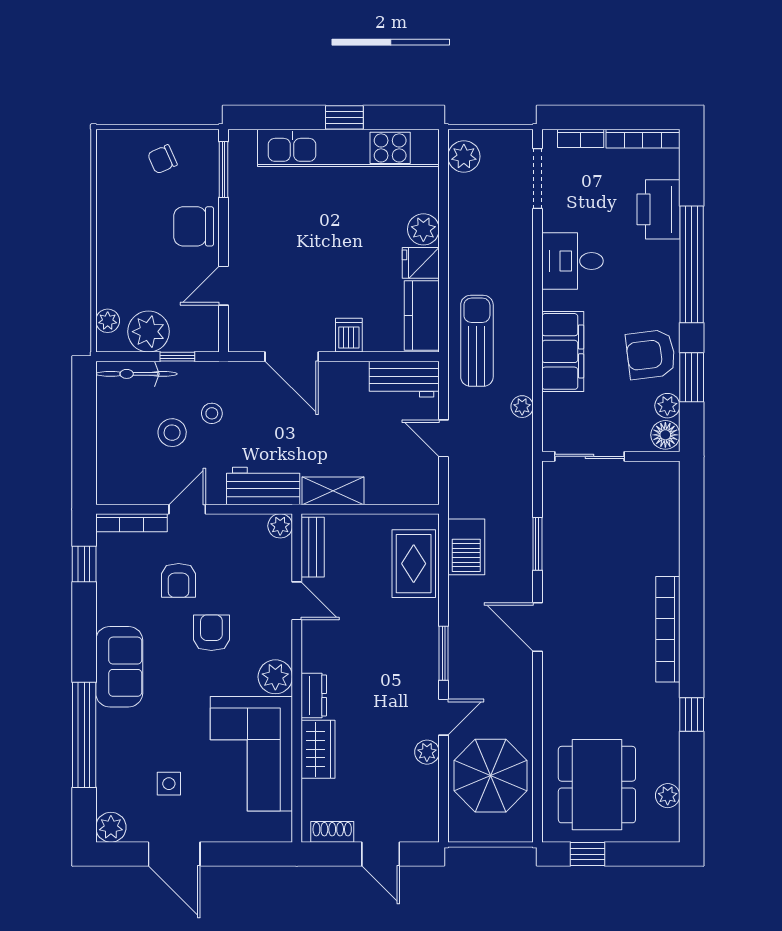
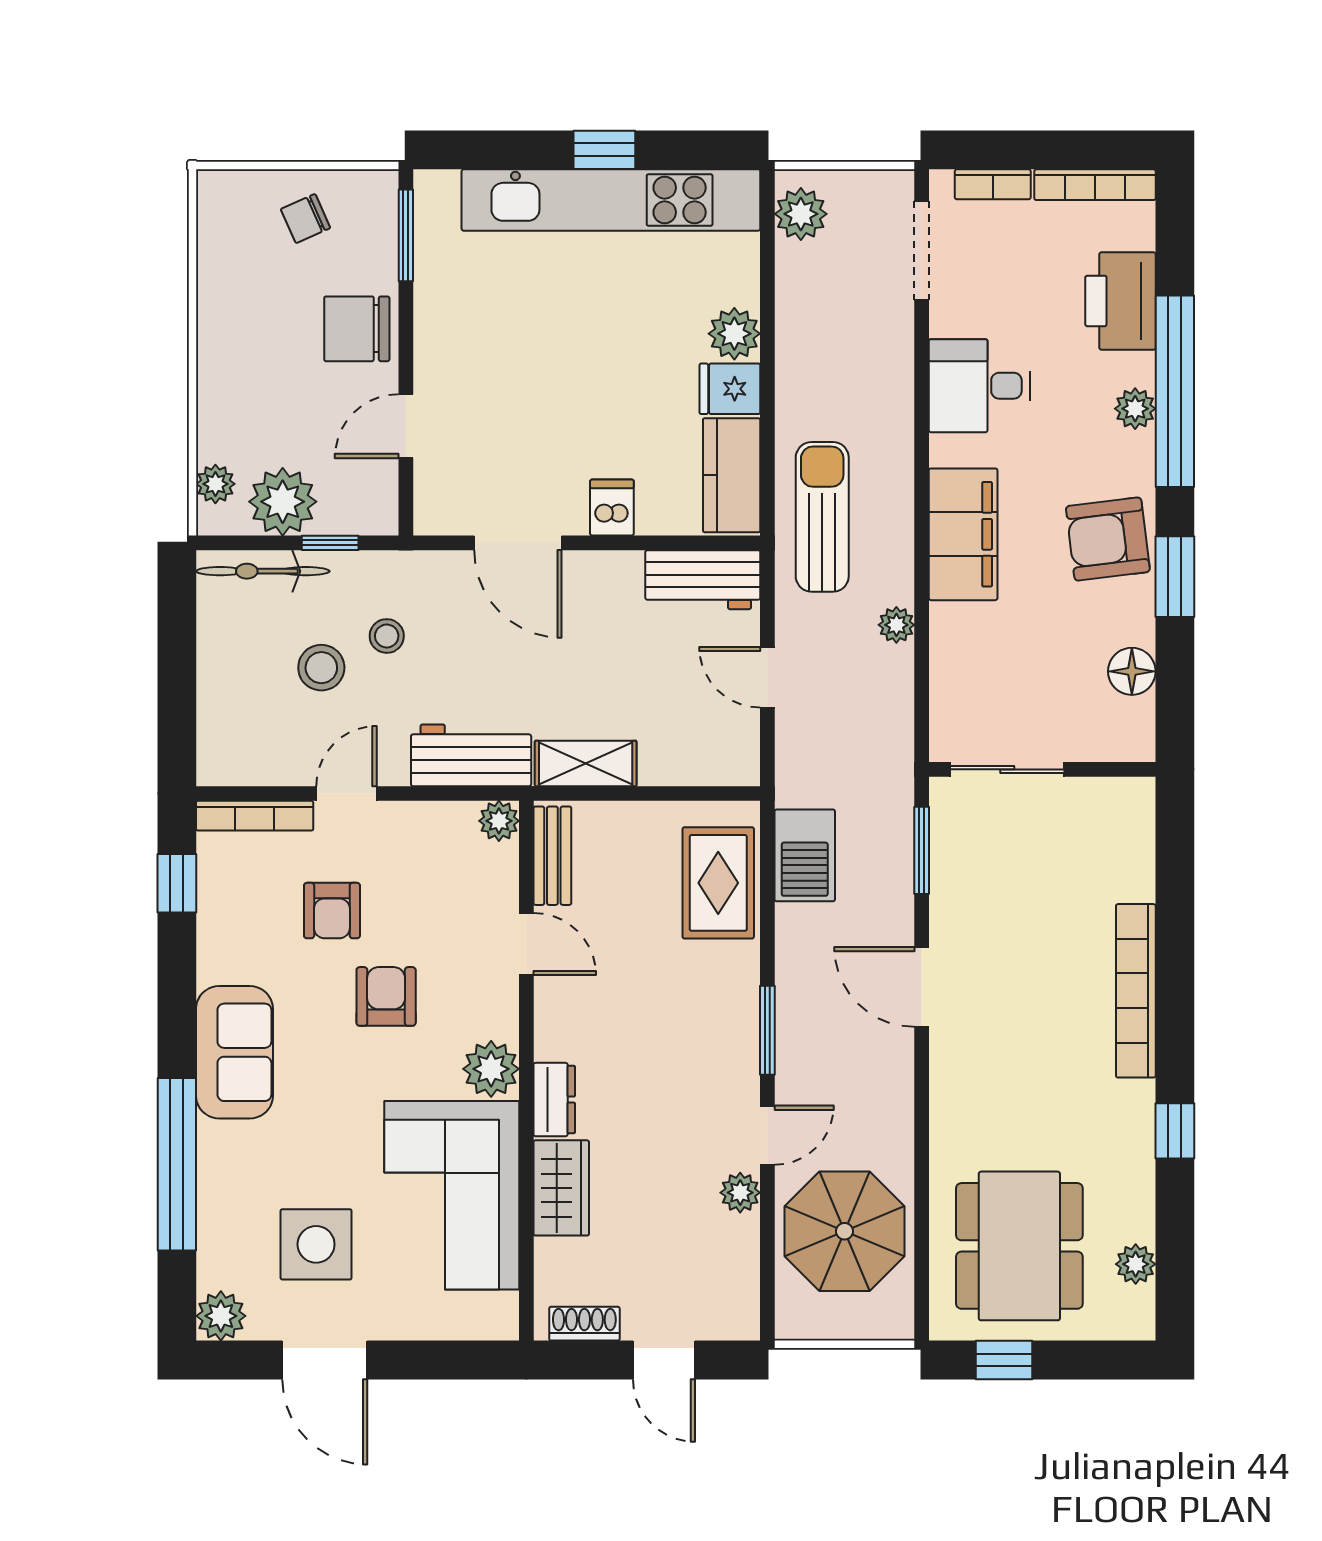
plant: (667, 406) -> (1135, 409), moved
sliding door: (590, 456) -> (1007, 769), moved
wall: (611, 456) -> (1042, 769), moved
side table: (169, 784) -> (316, 1244), width x1.87, depth x1.87

